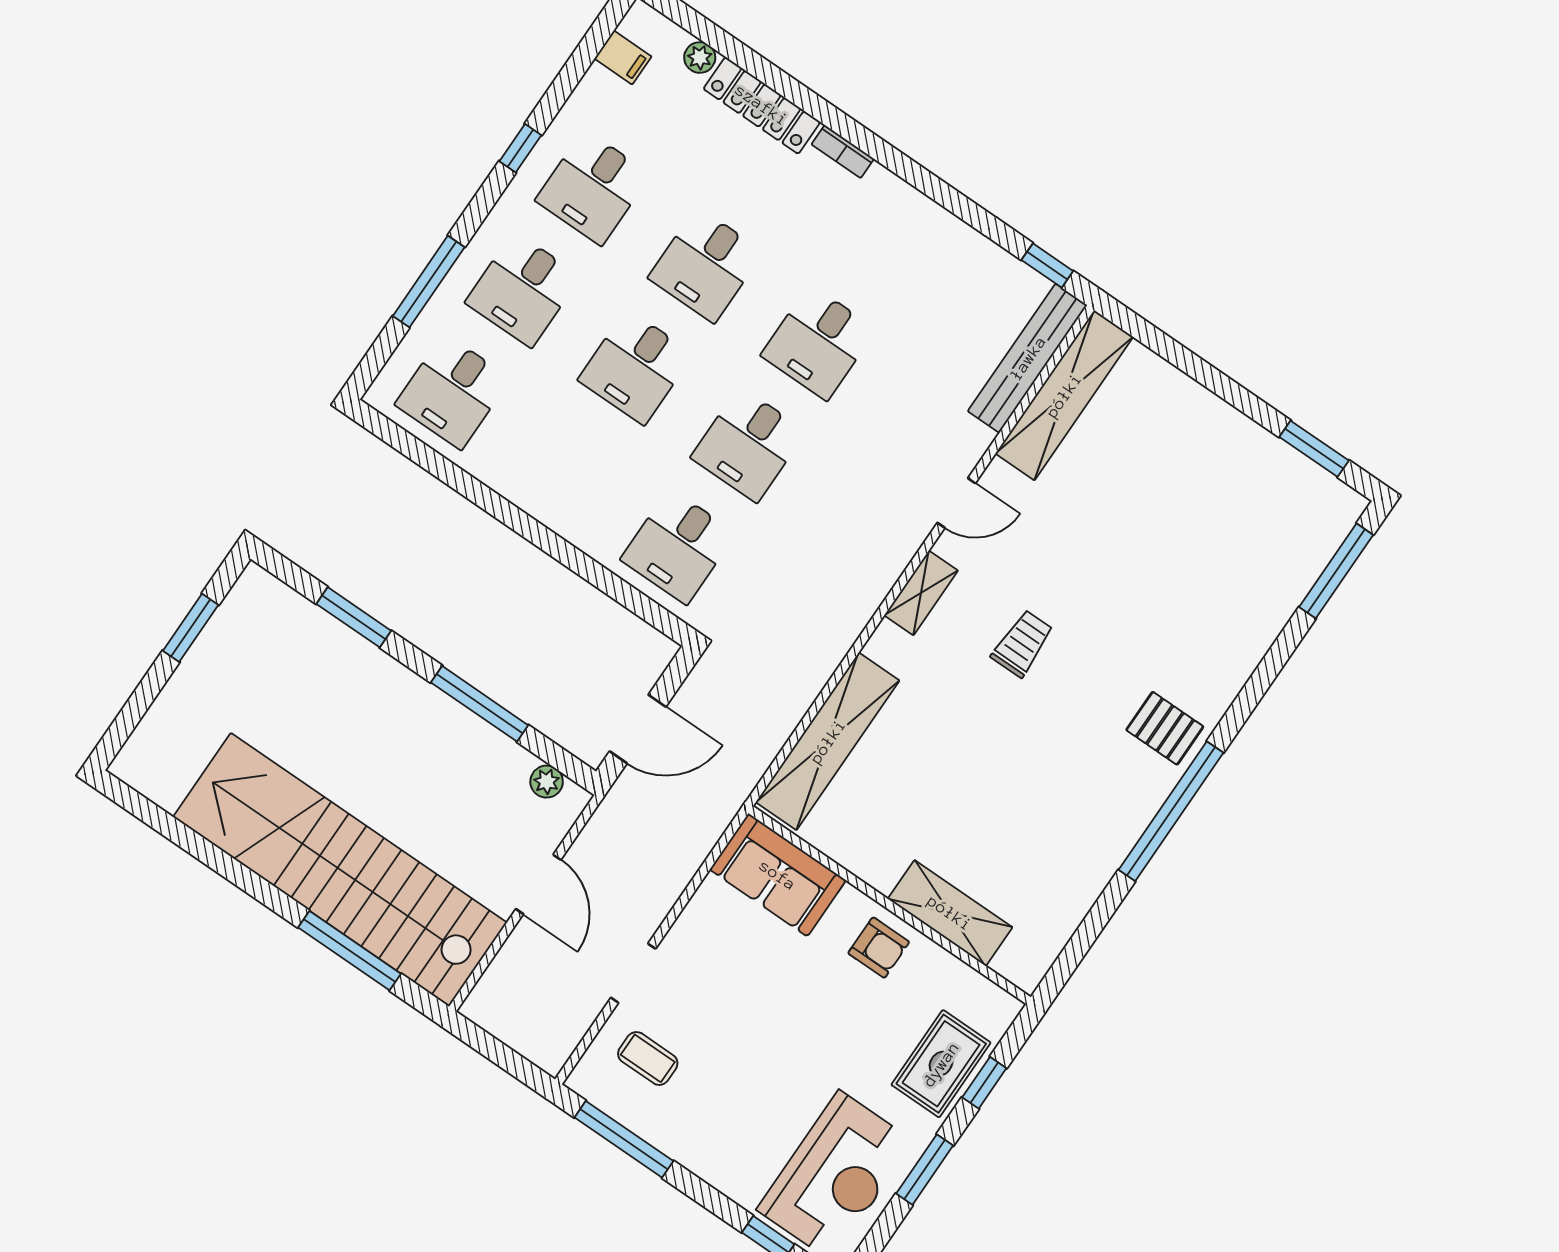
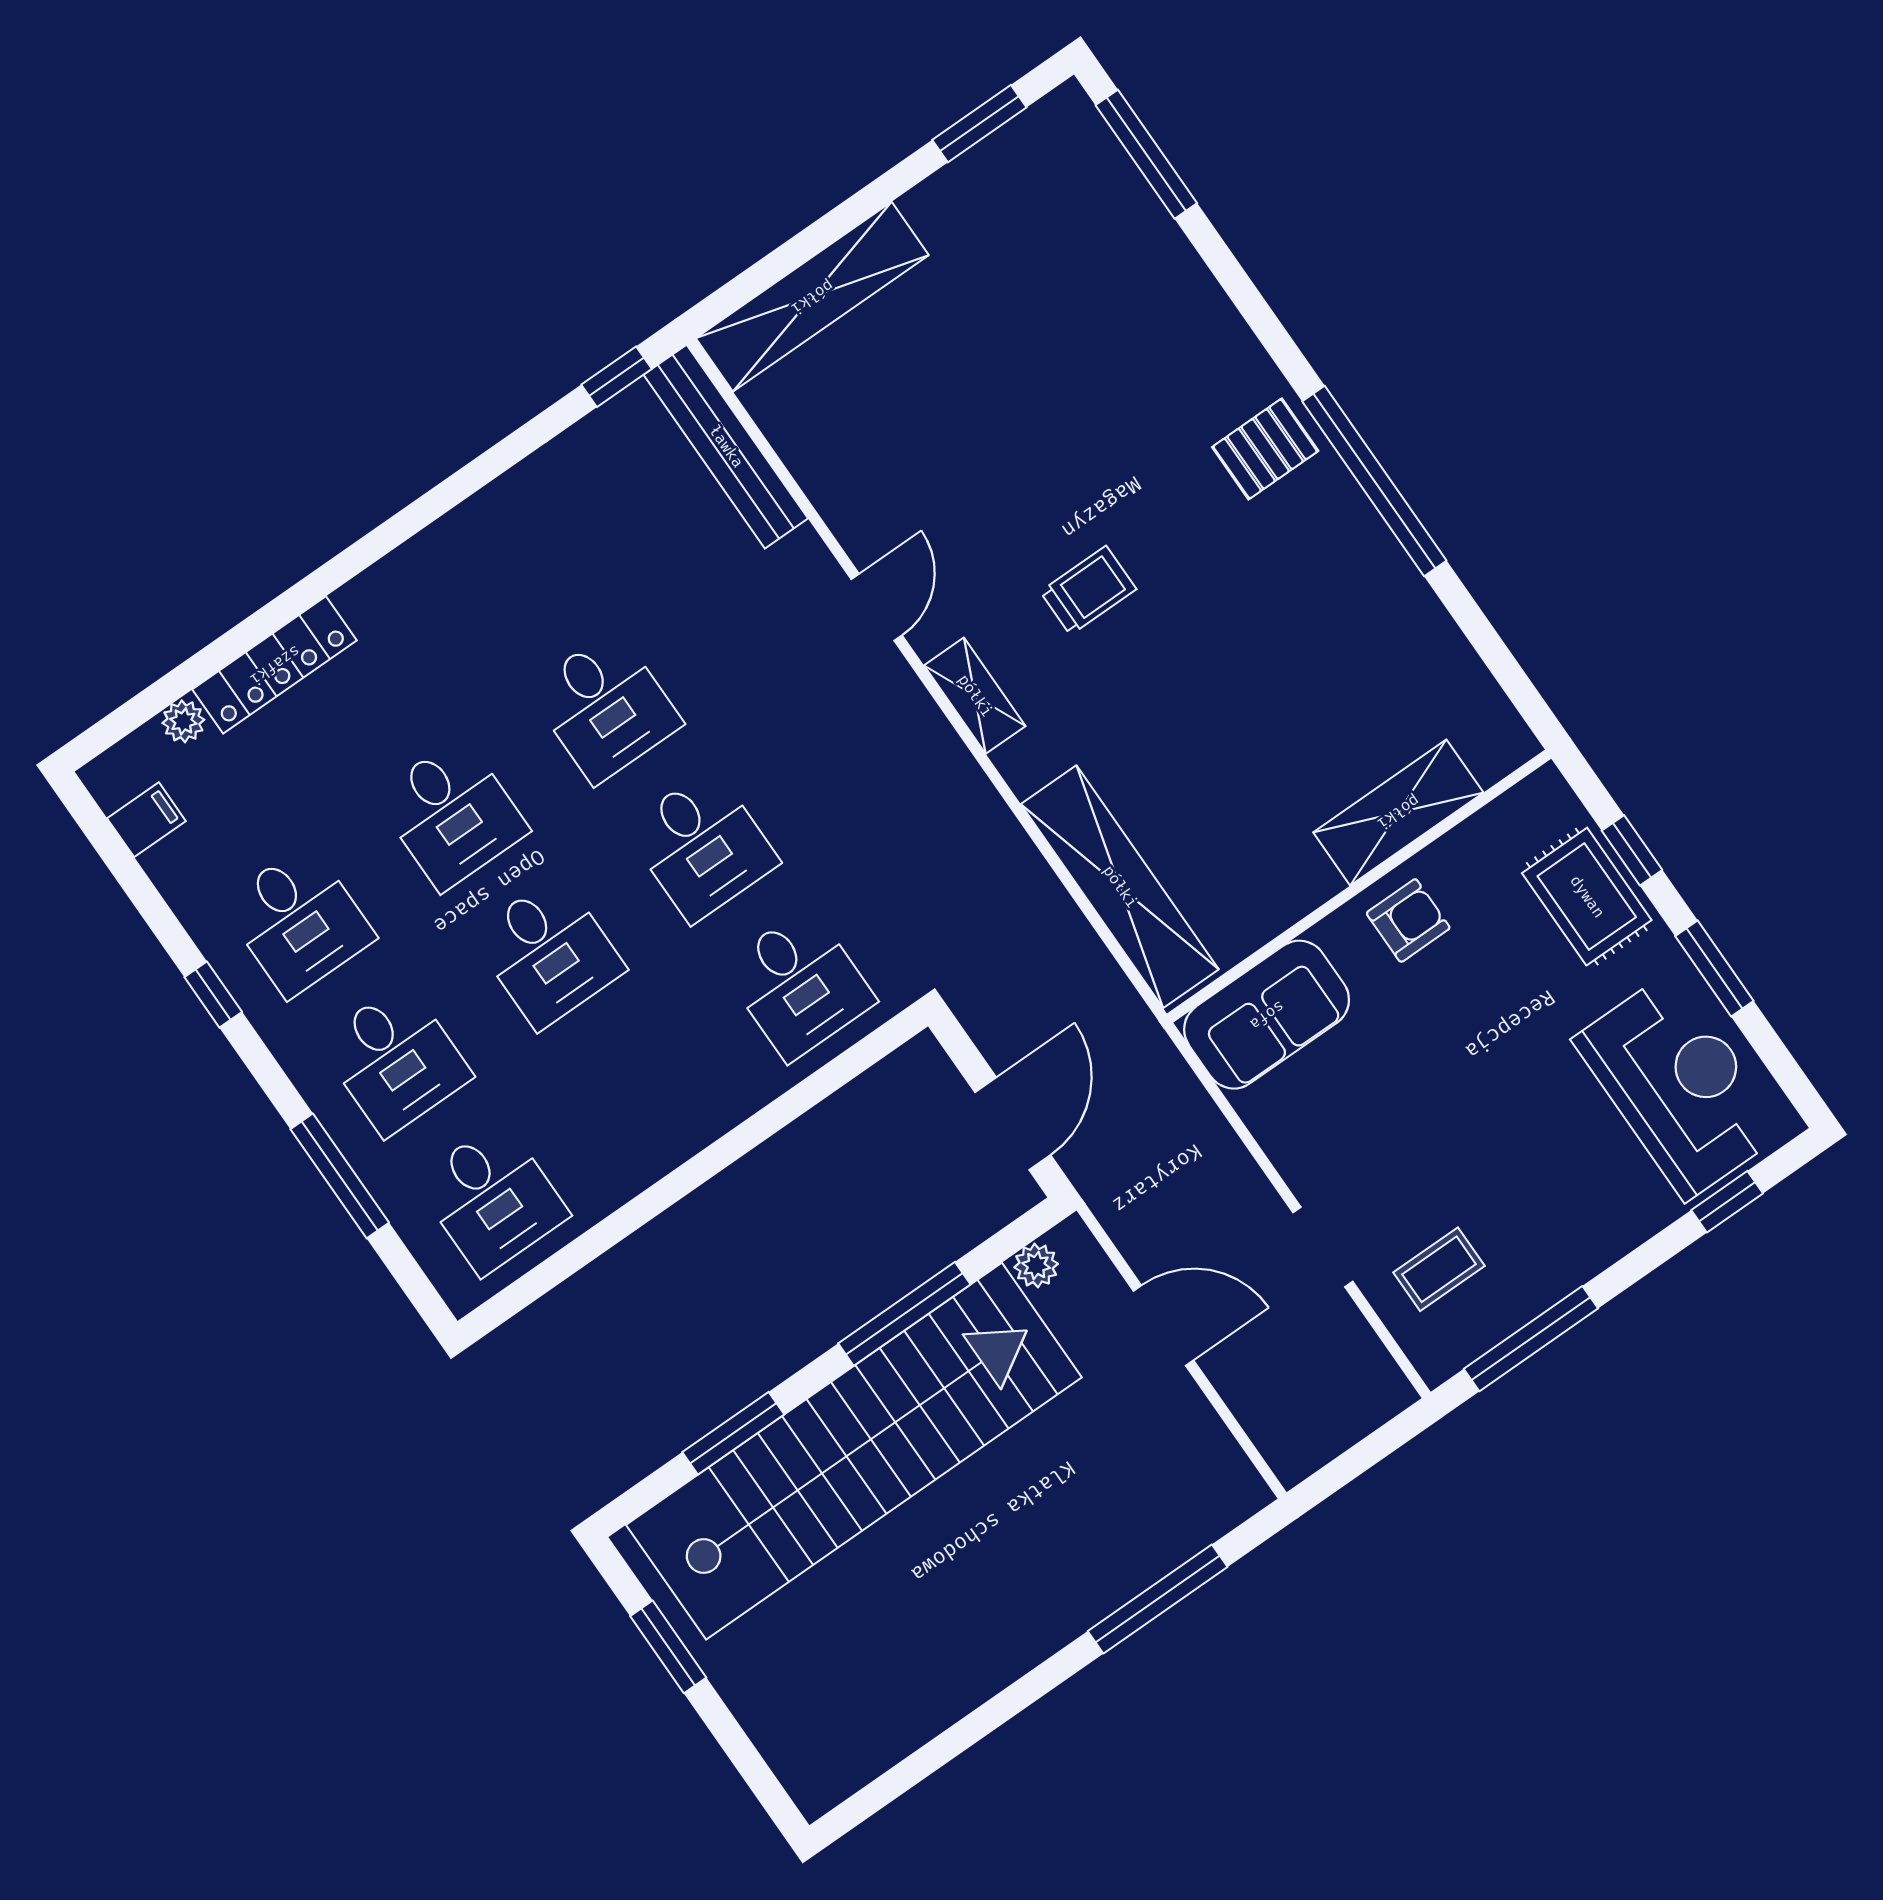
bookcase: (843, 152) -> (373, 584), removed
shelving: (1064, 395) -> (812, 297), moved, turned 90
trolley: (1022, 644) -> (1088, 590), turned 90
stairs: (340, 870) -> (854, 1451), moved, turned 180

